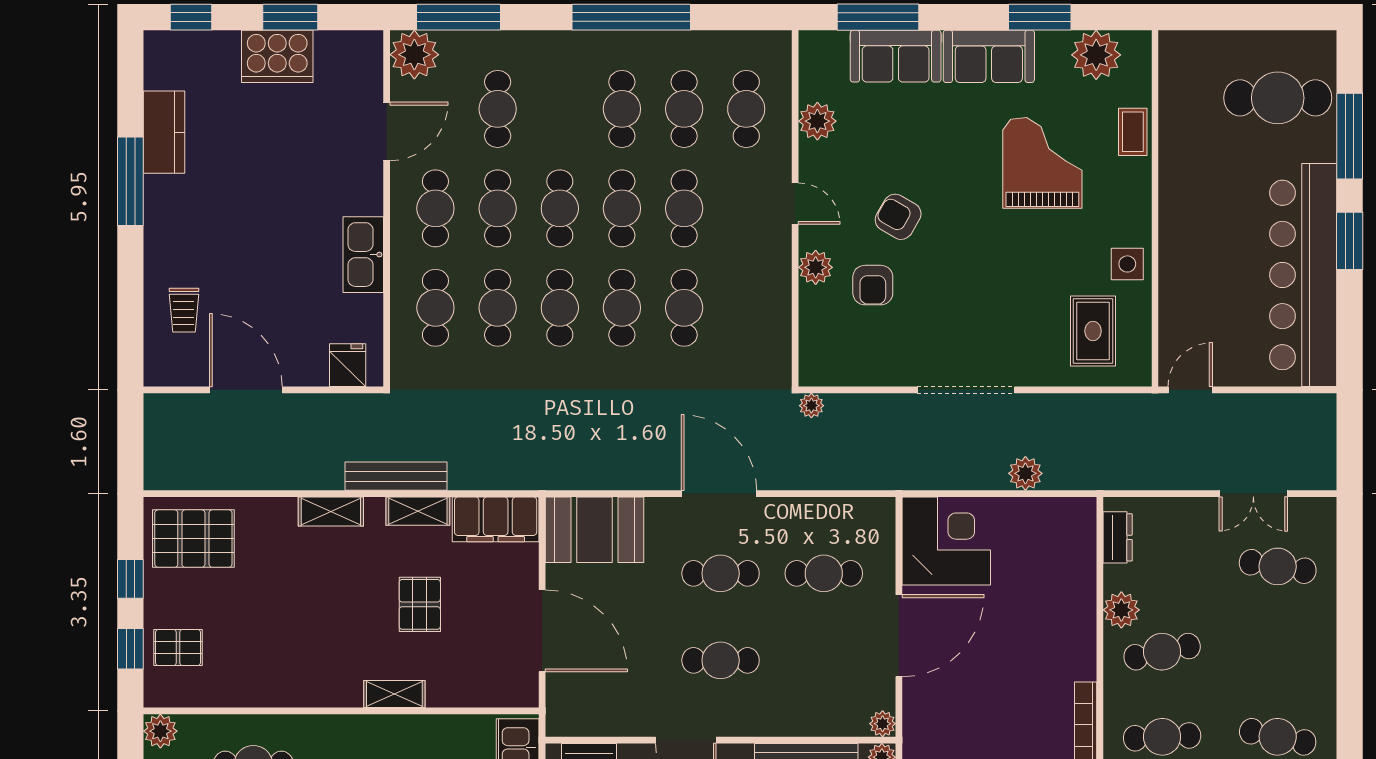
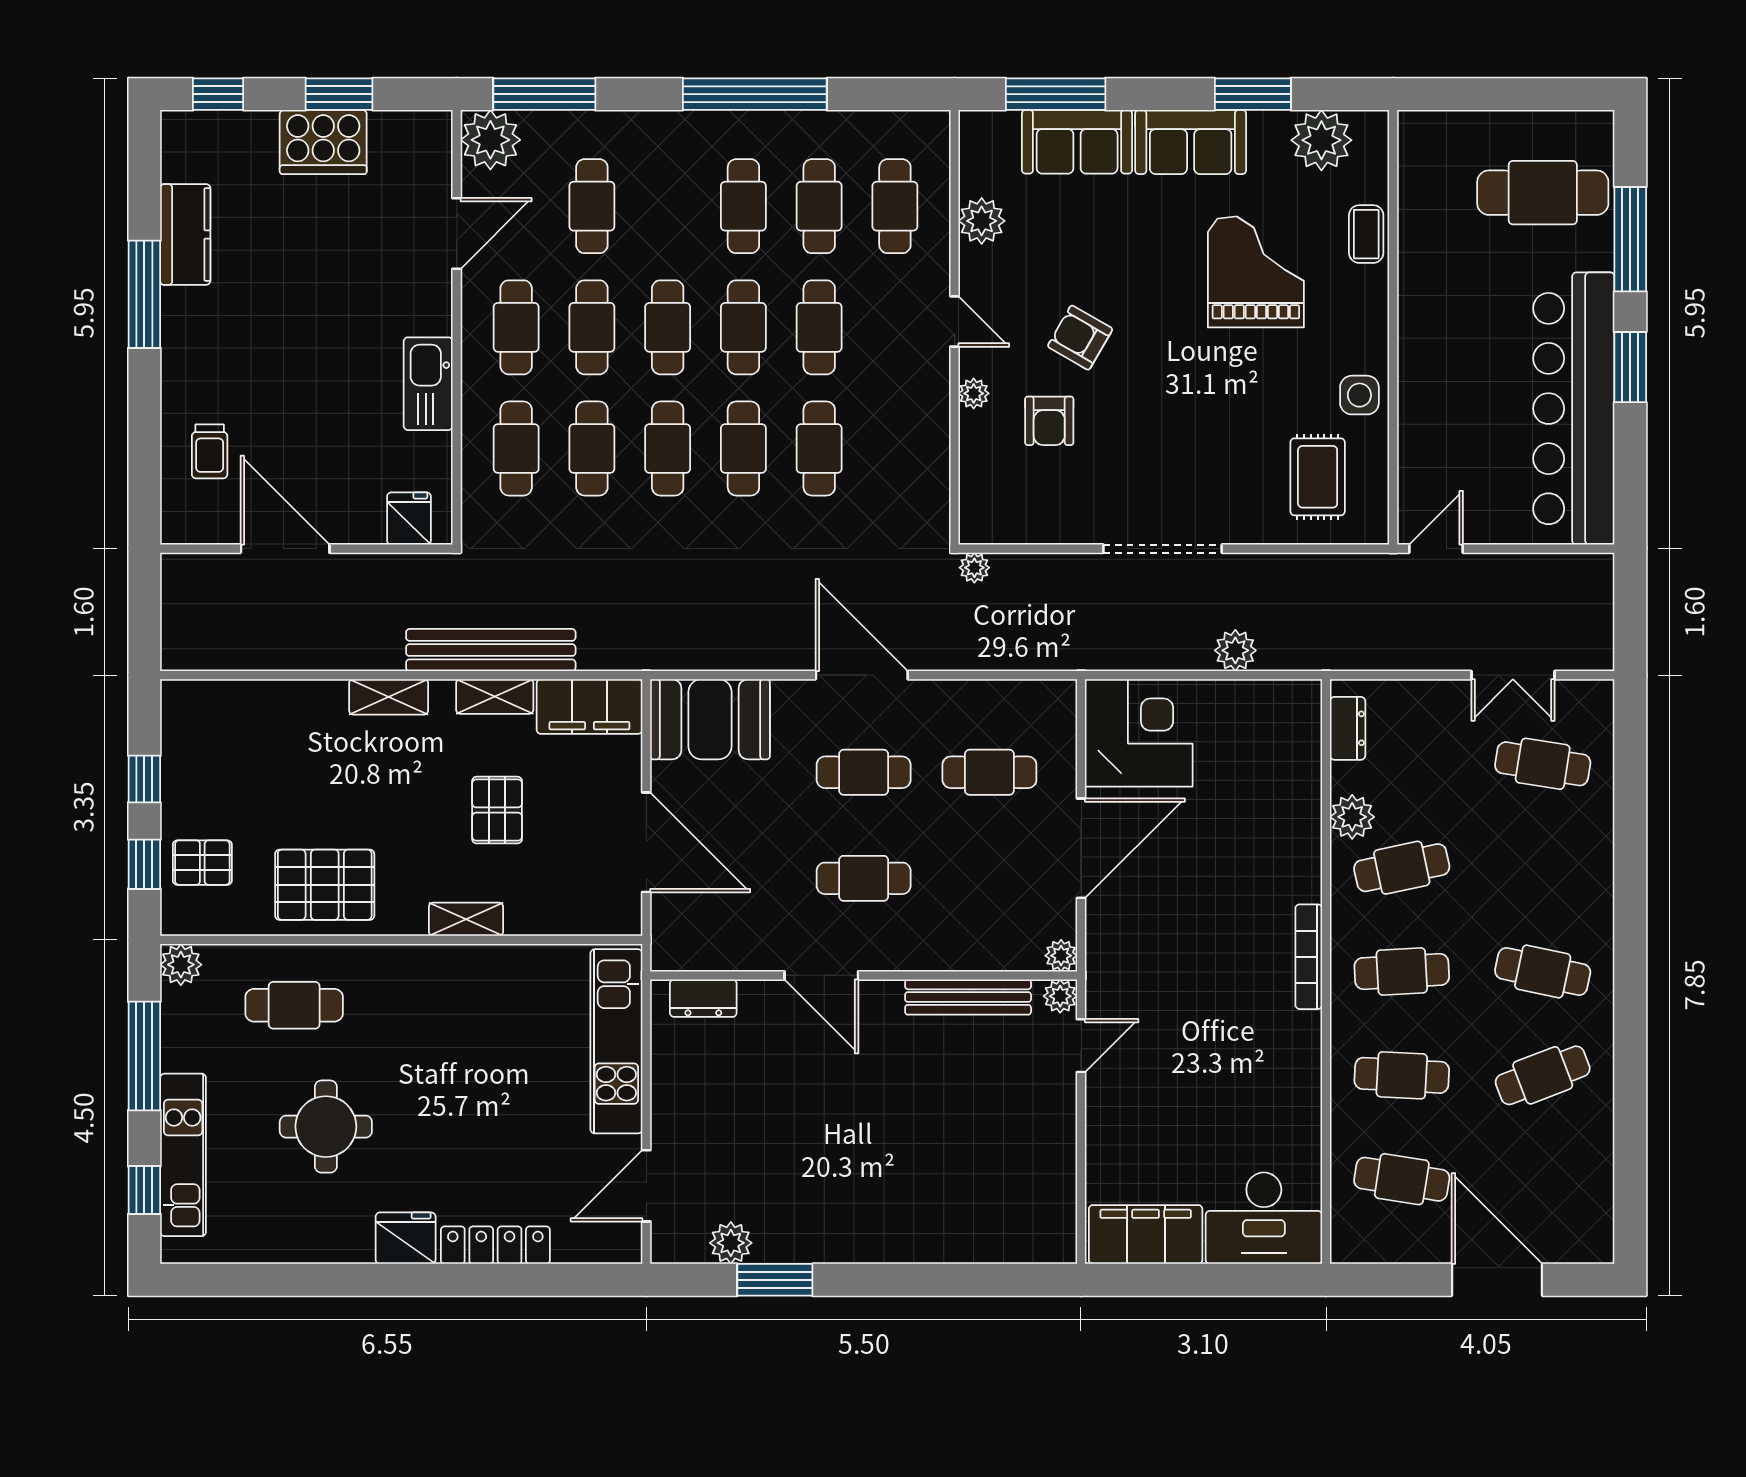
plant: (816, 267) -> (974, 393), width x0.73, depth x0.73
bench: (396, 476) -> (491, 650), width x1.37, depth x1.21
pallet: (193, 539) -> (325, 885), moved

